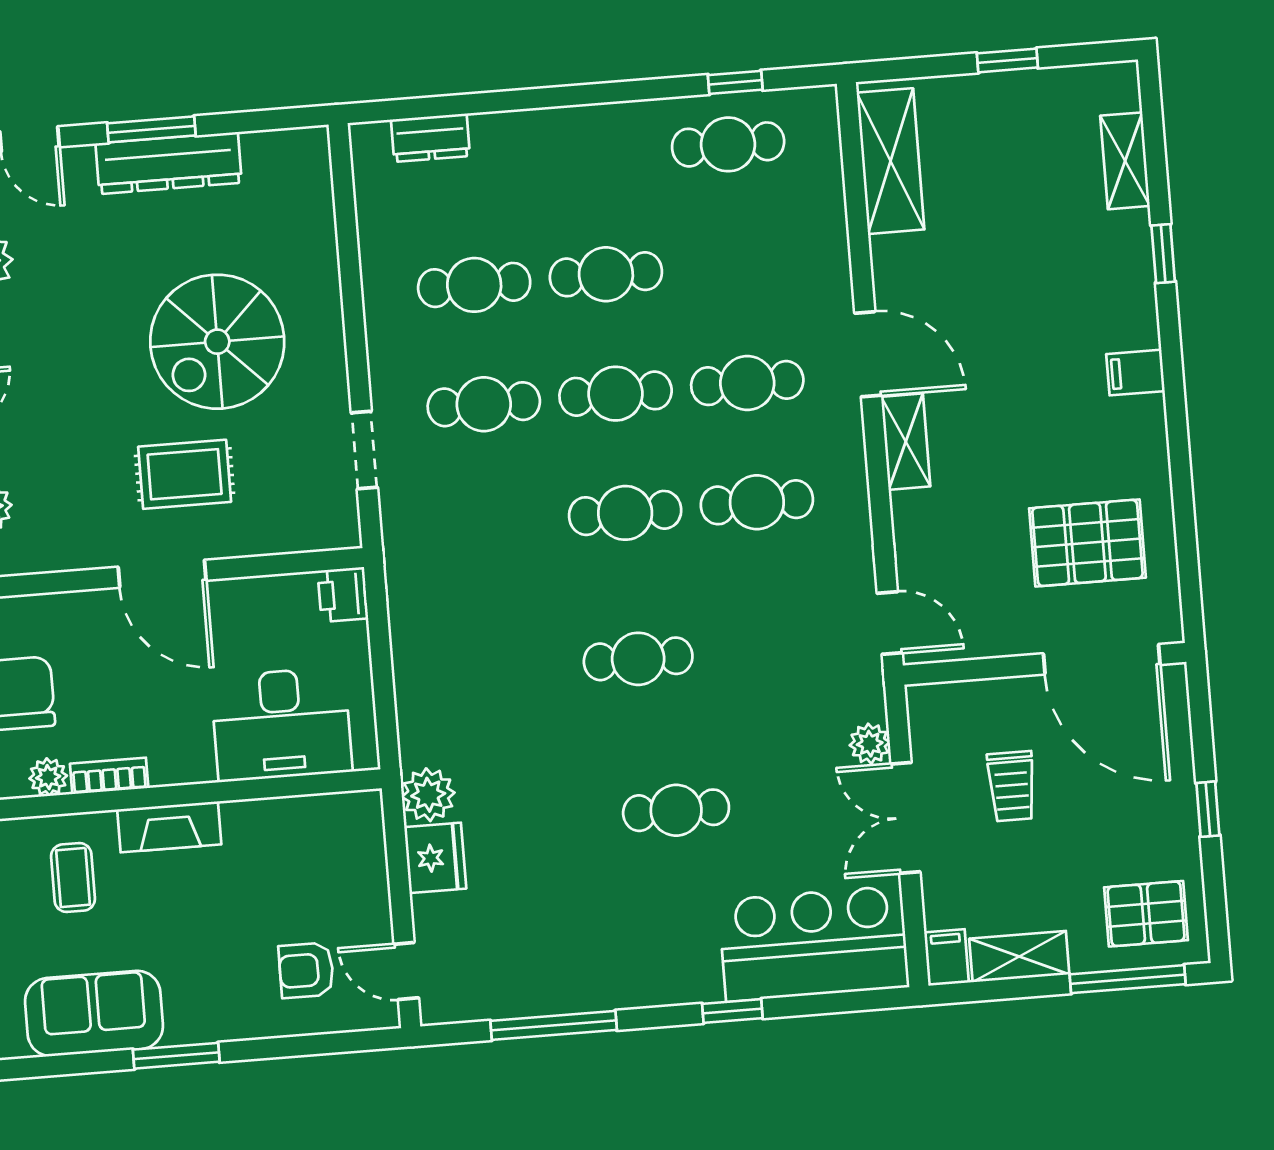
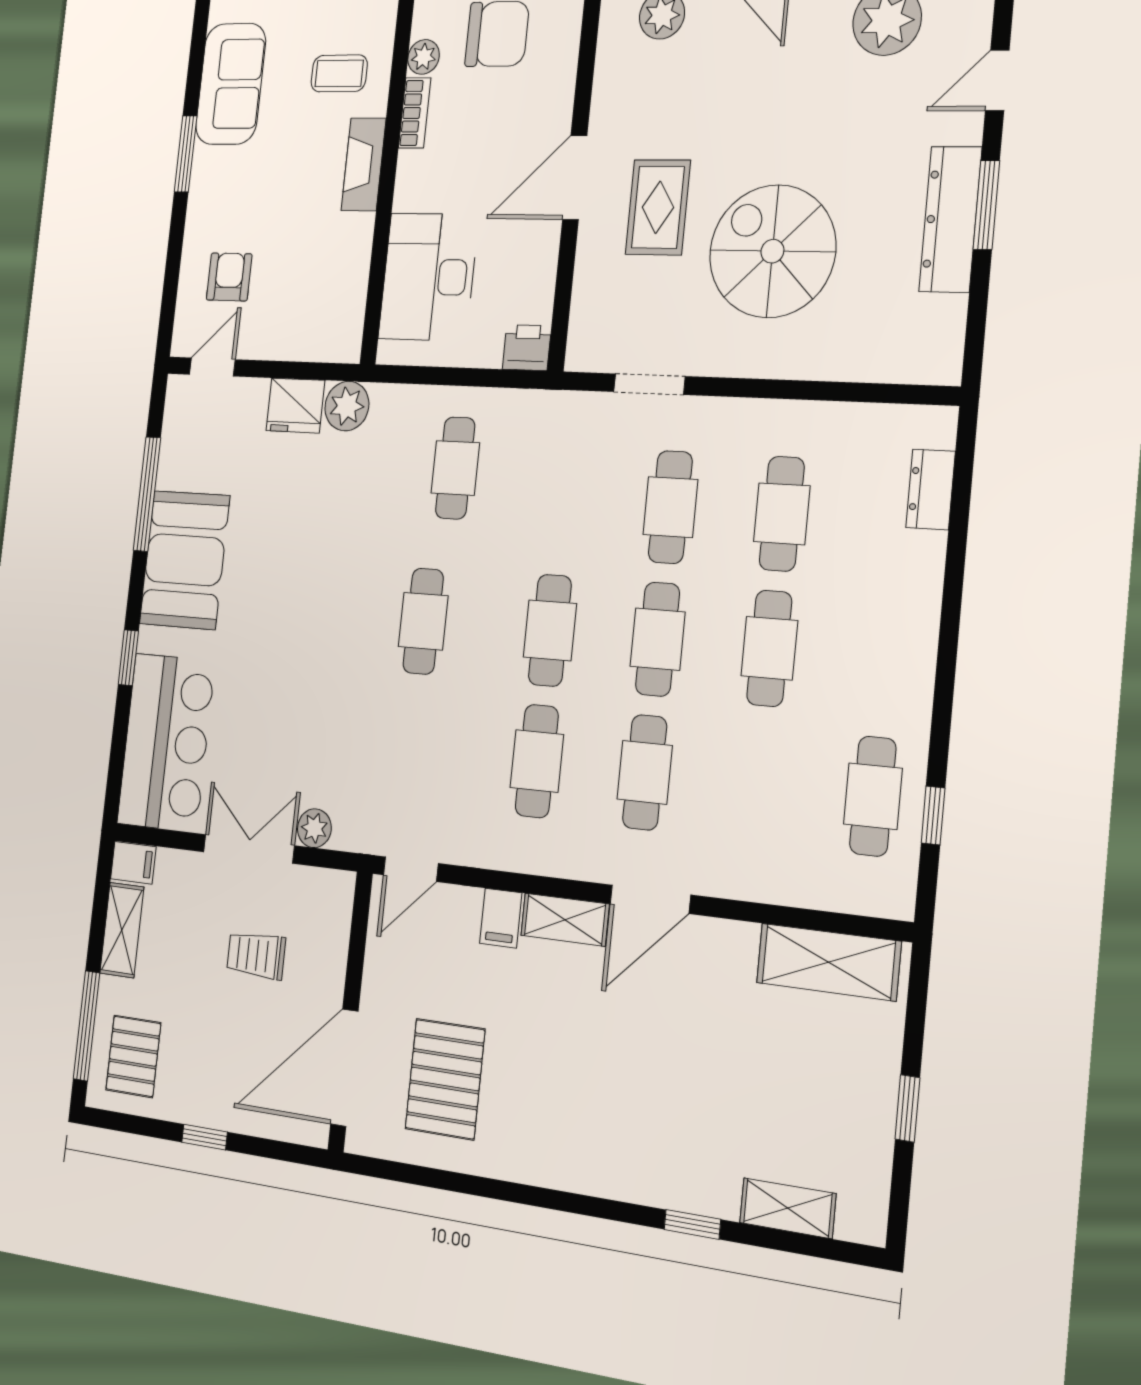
filing cabinet: (1135, 373) -> (501, 918), moved, turned 180
cafe table: (676, 810) -> (455, 468), moved
booth: (617, 962) -> (185, 560), added

